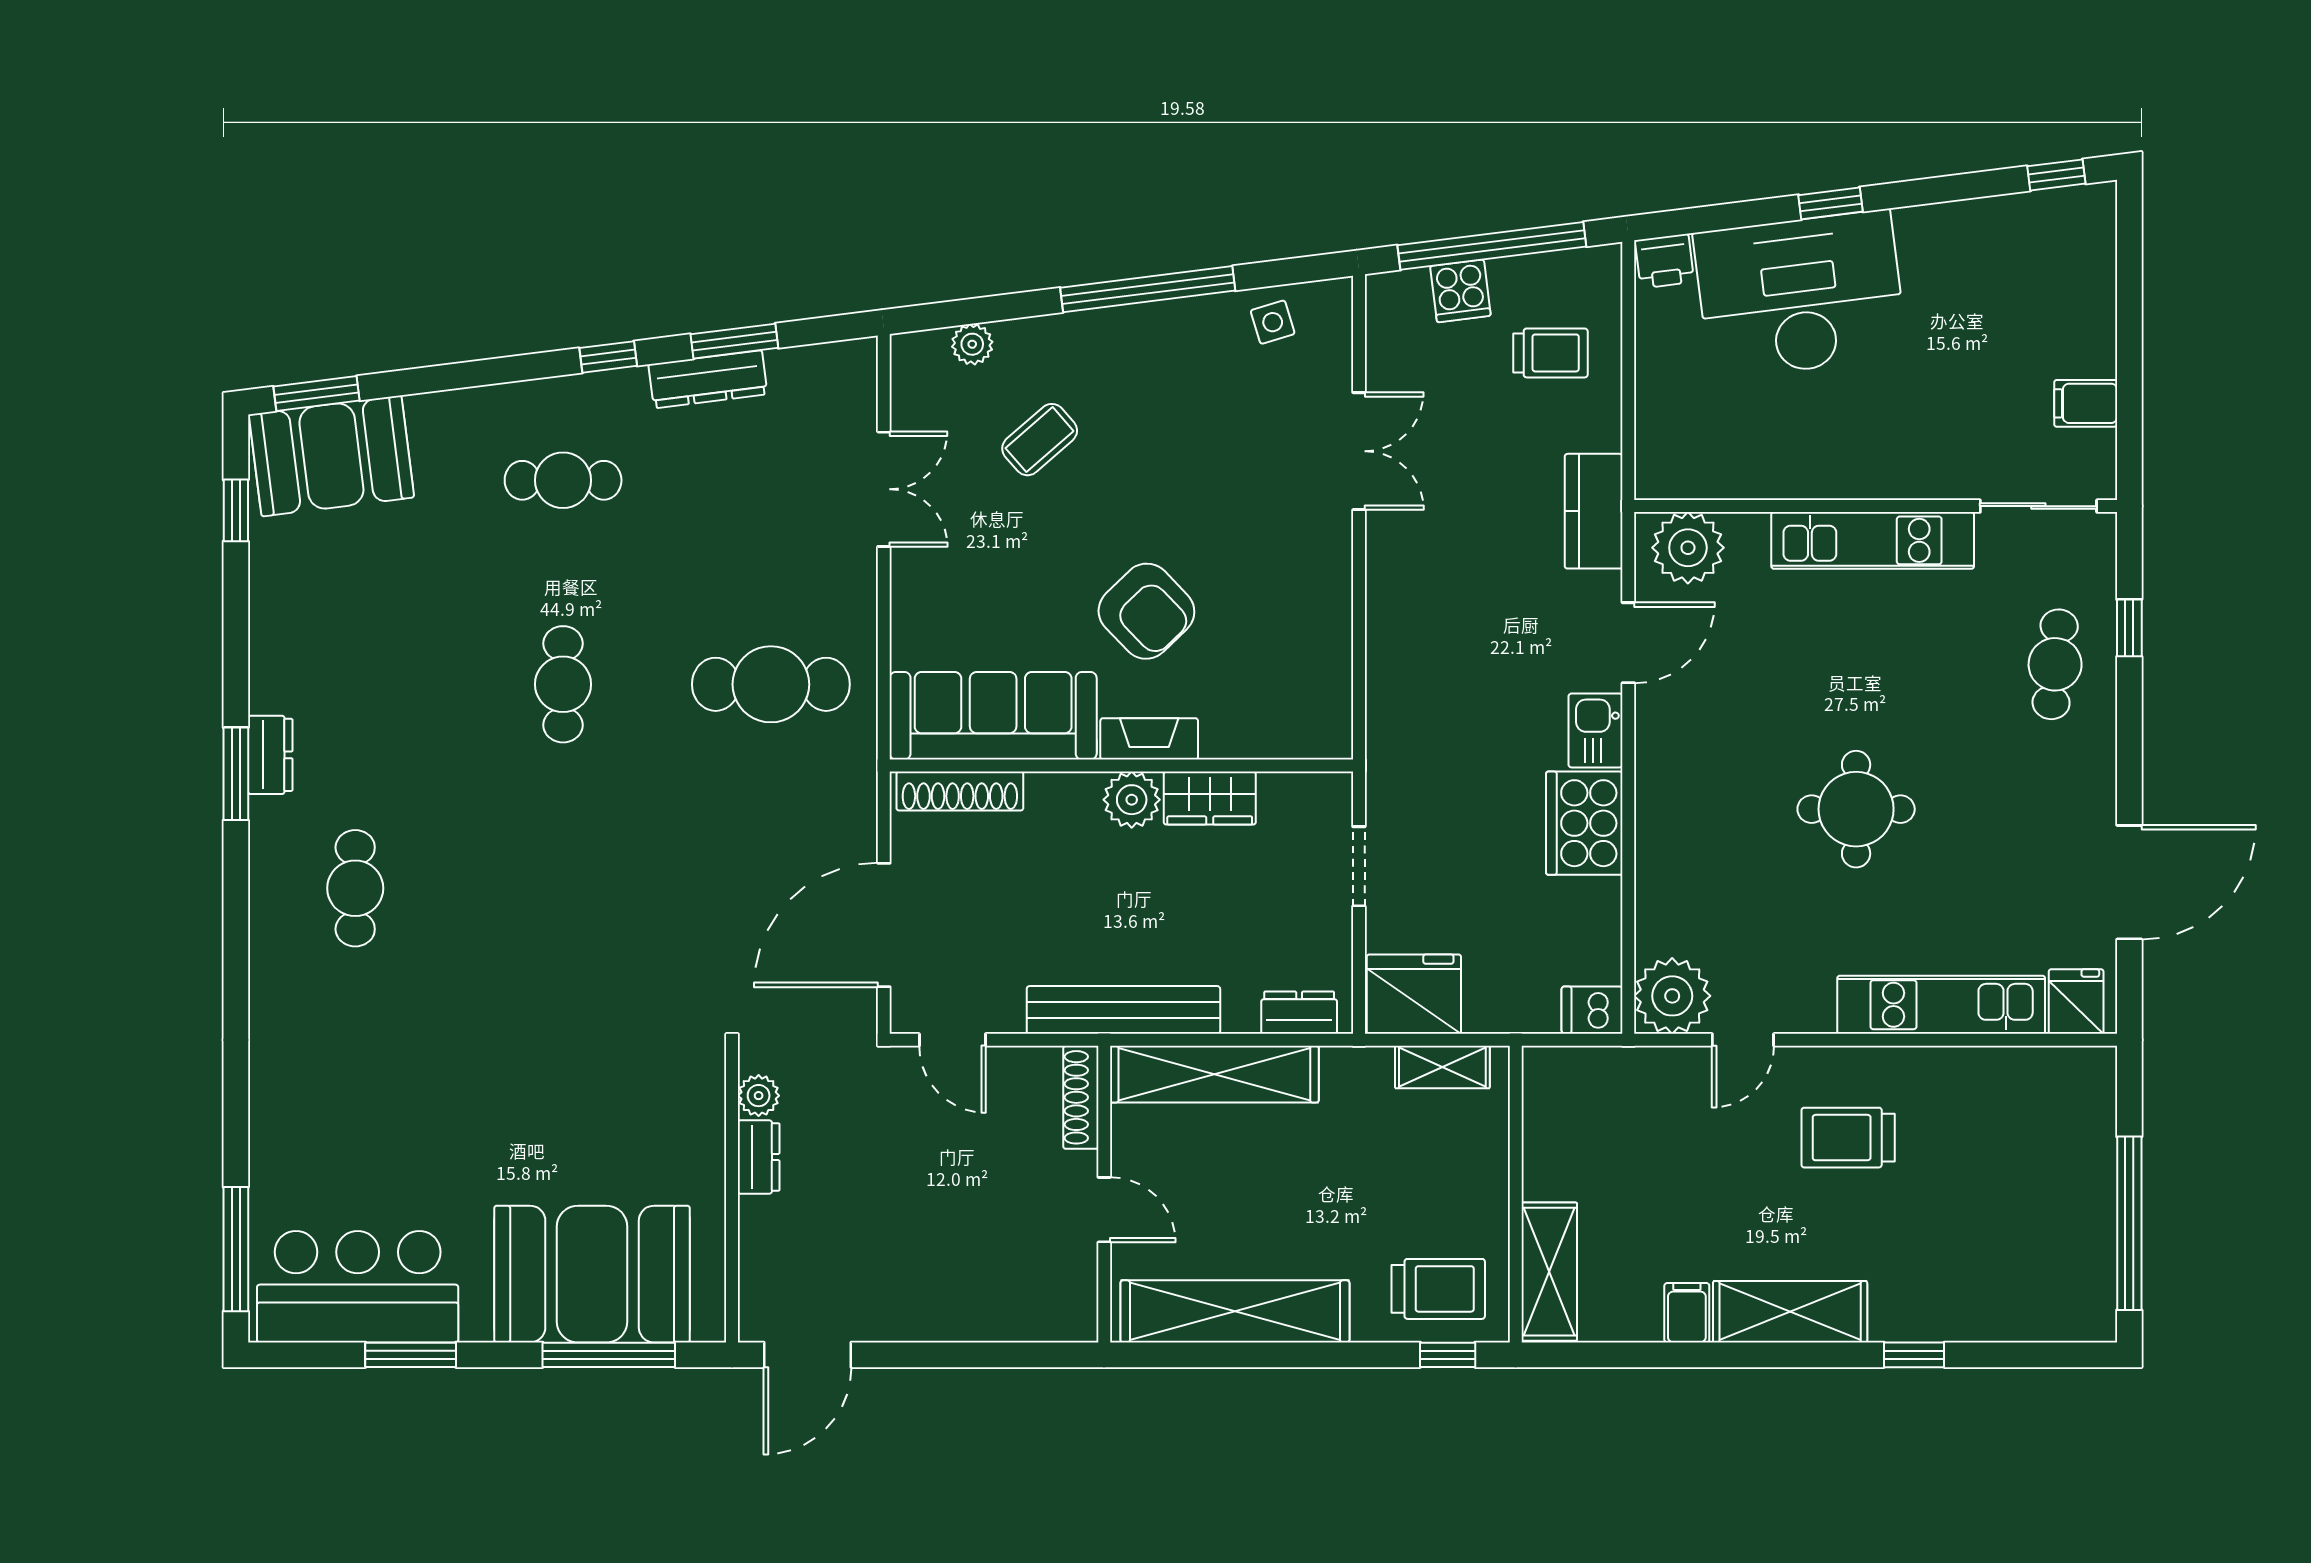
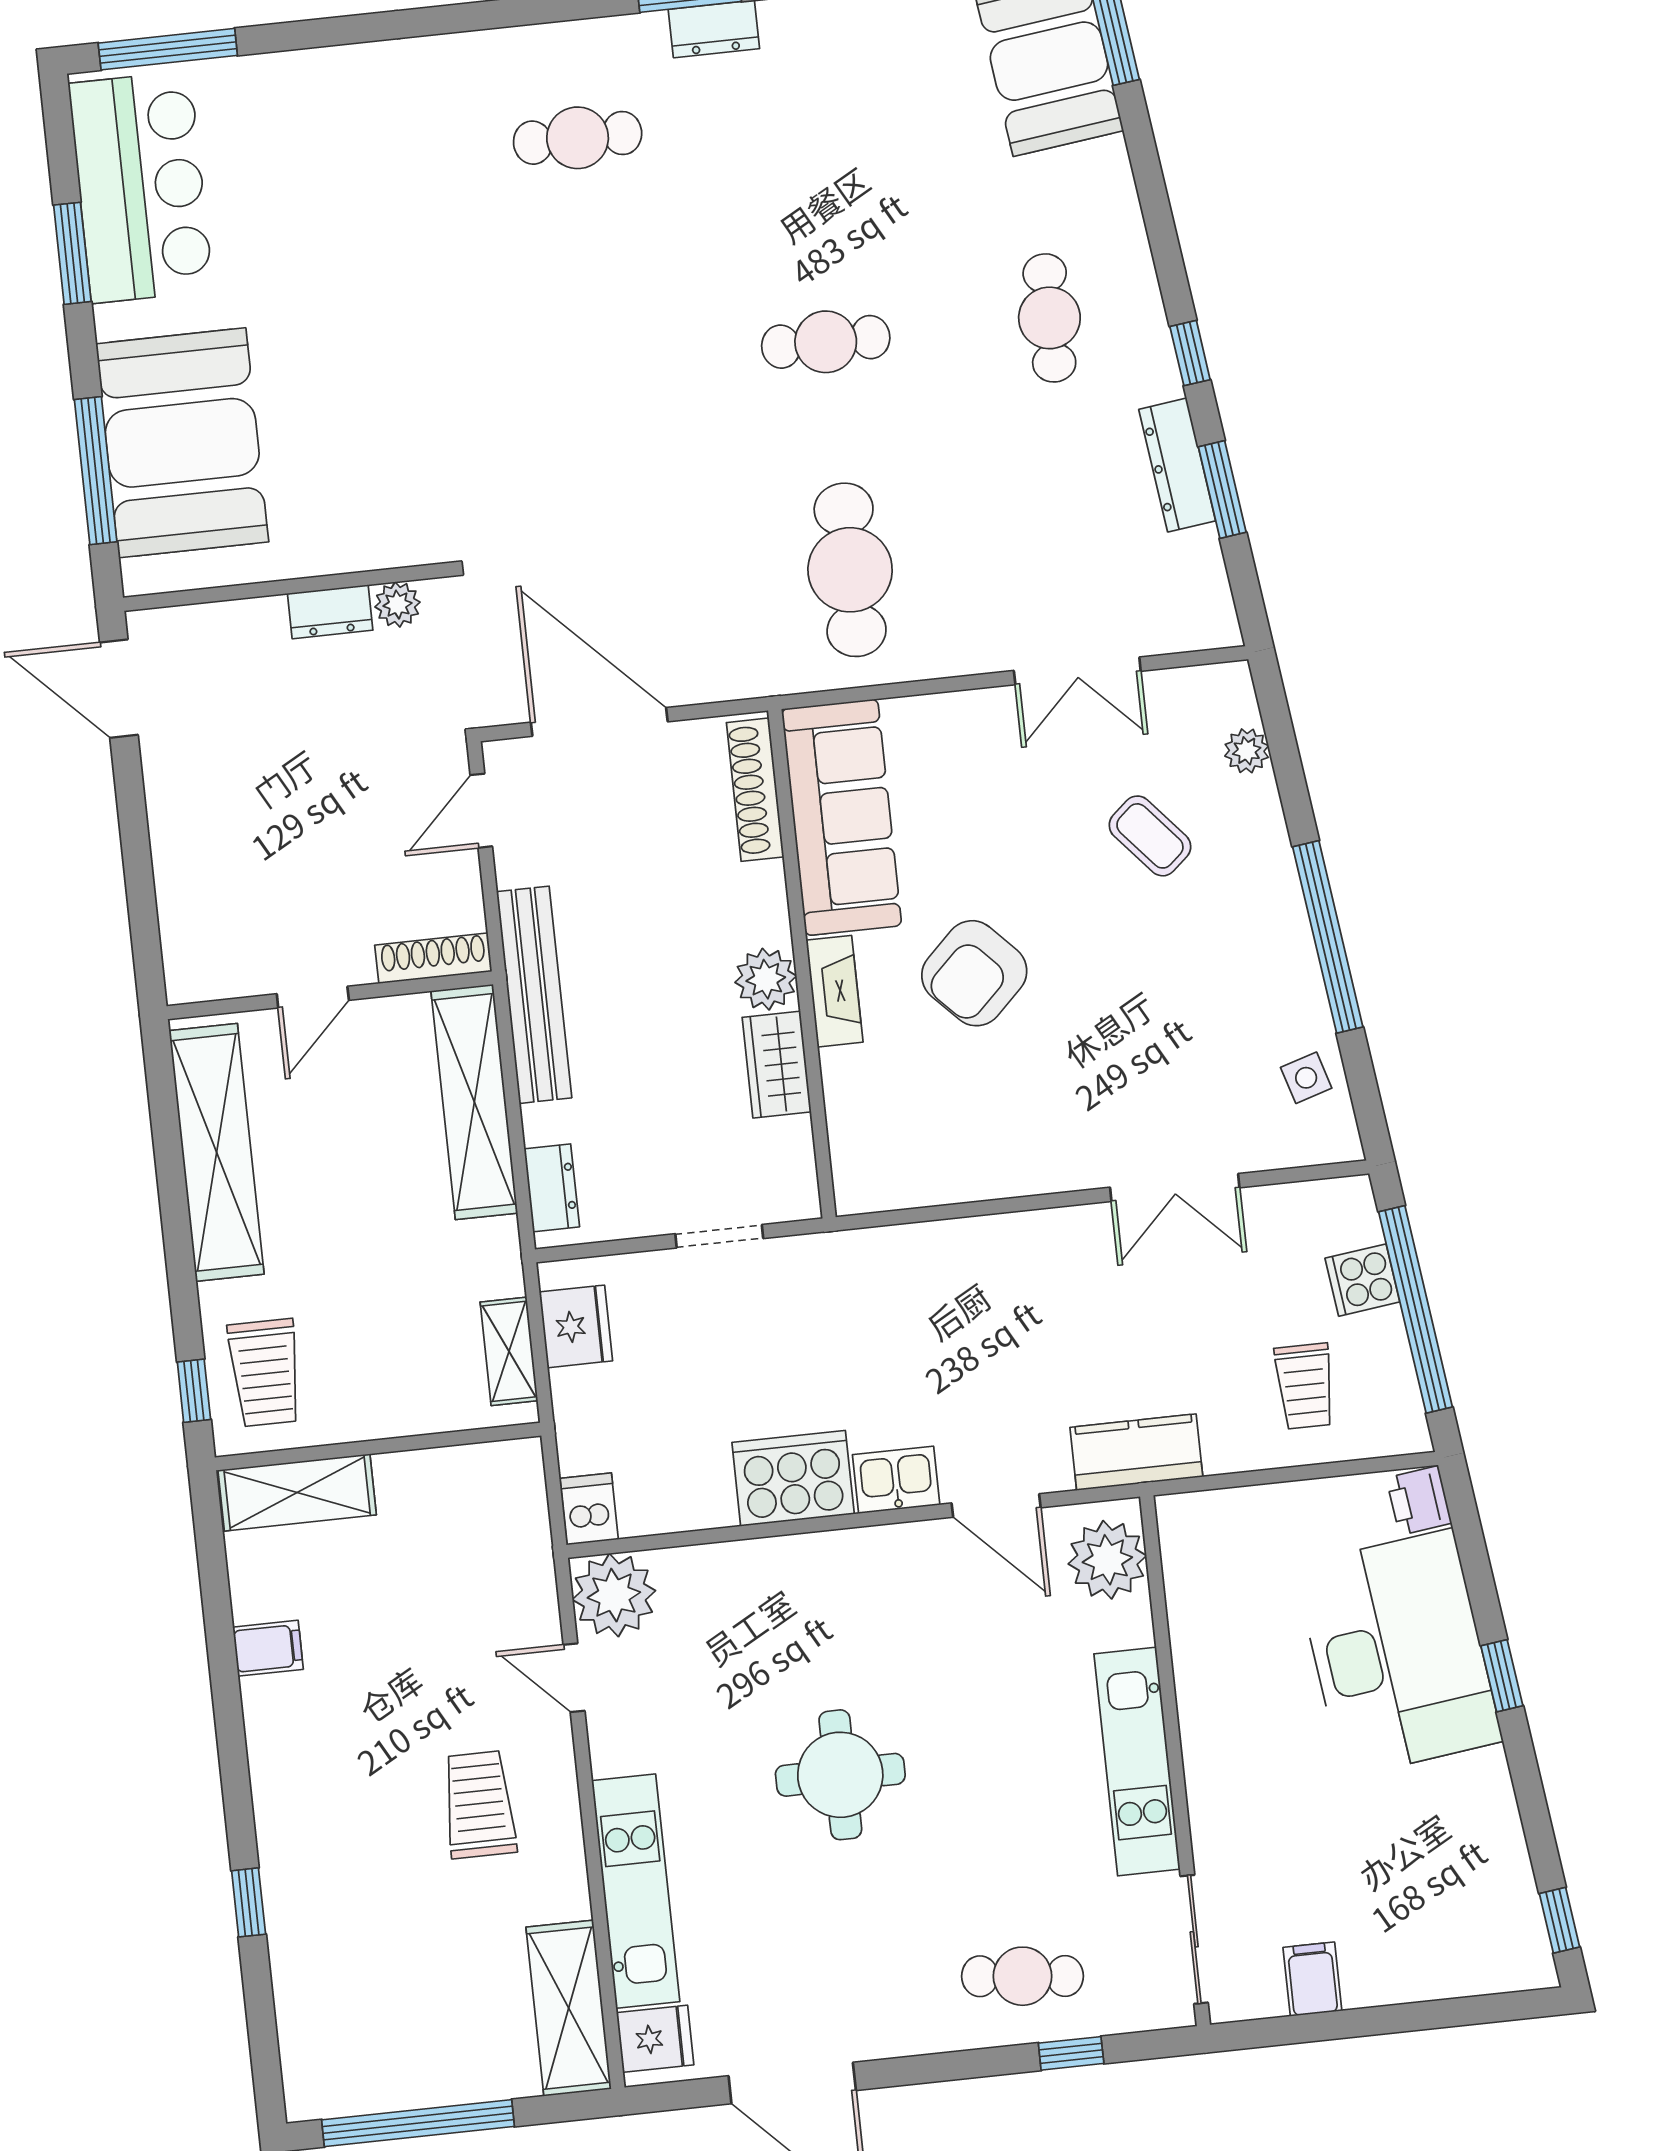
fridge: (1414, 994) -> (576, 1326), width x0.73, depth x0.75
shelving: (1790, 1312) -> (569, 2008), moved

